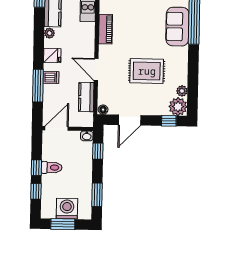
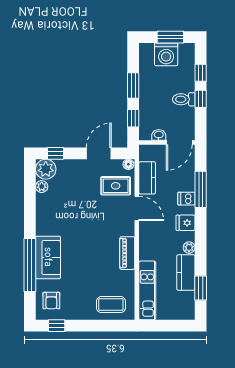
rug: (147, 71) -> (116, 186), moved, width x0.73, depth x0.70
washbasin: (87, 136) -> (159, 135), moved
window: (97, 195) -> (133, 86), moved

